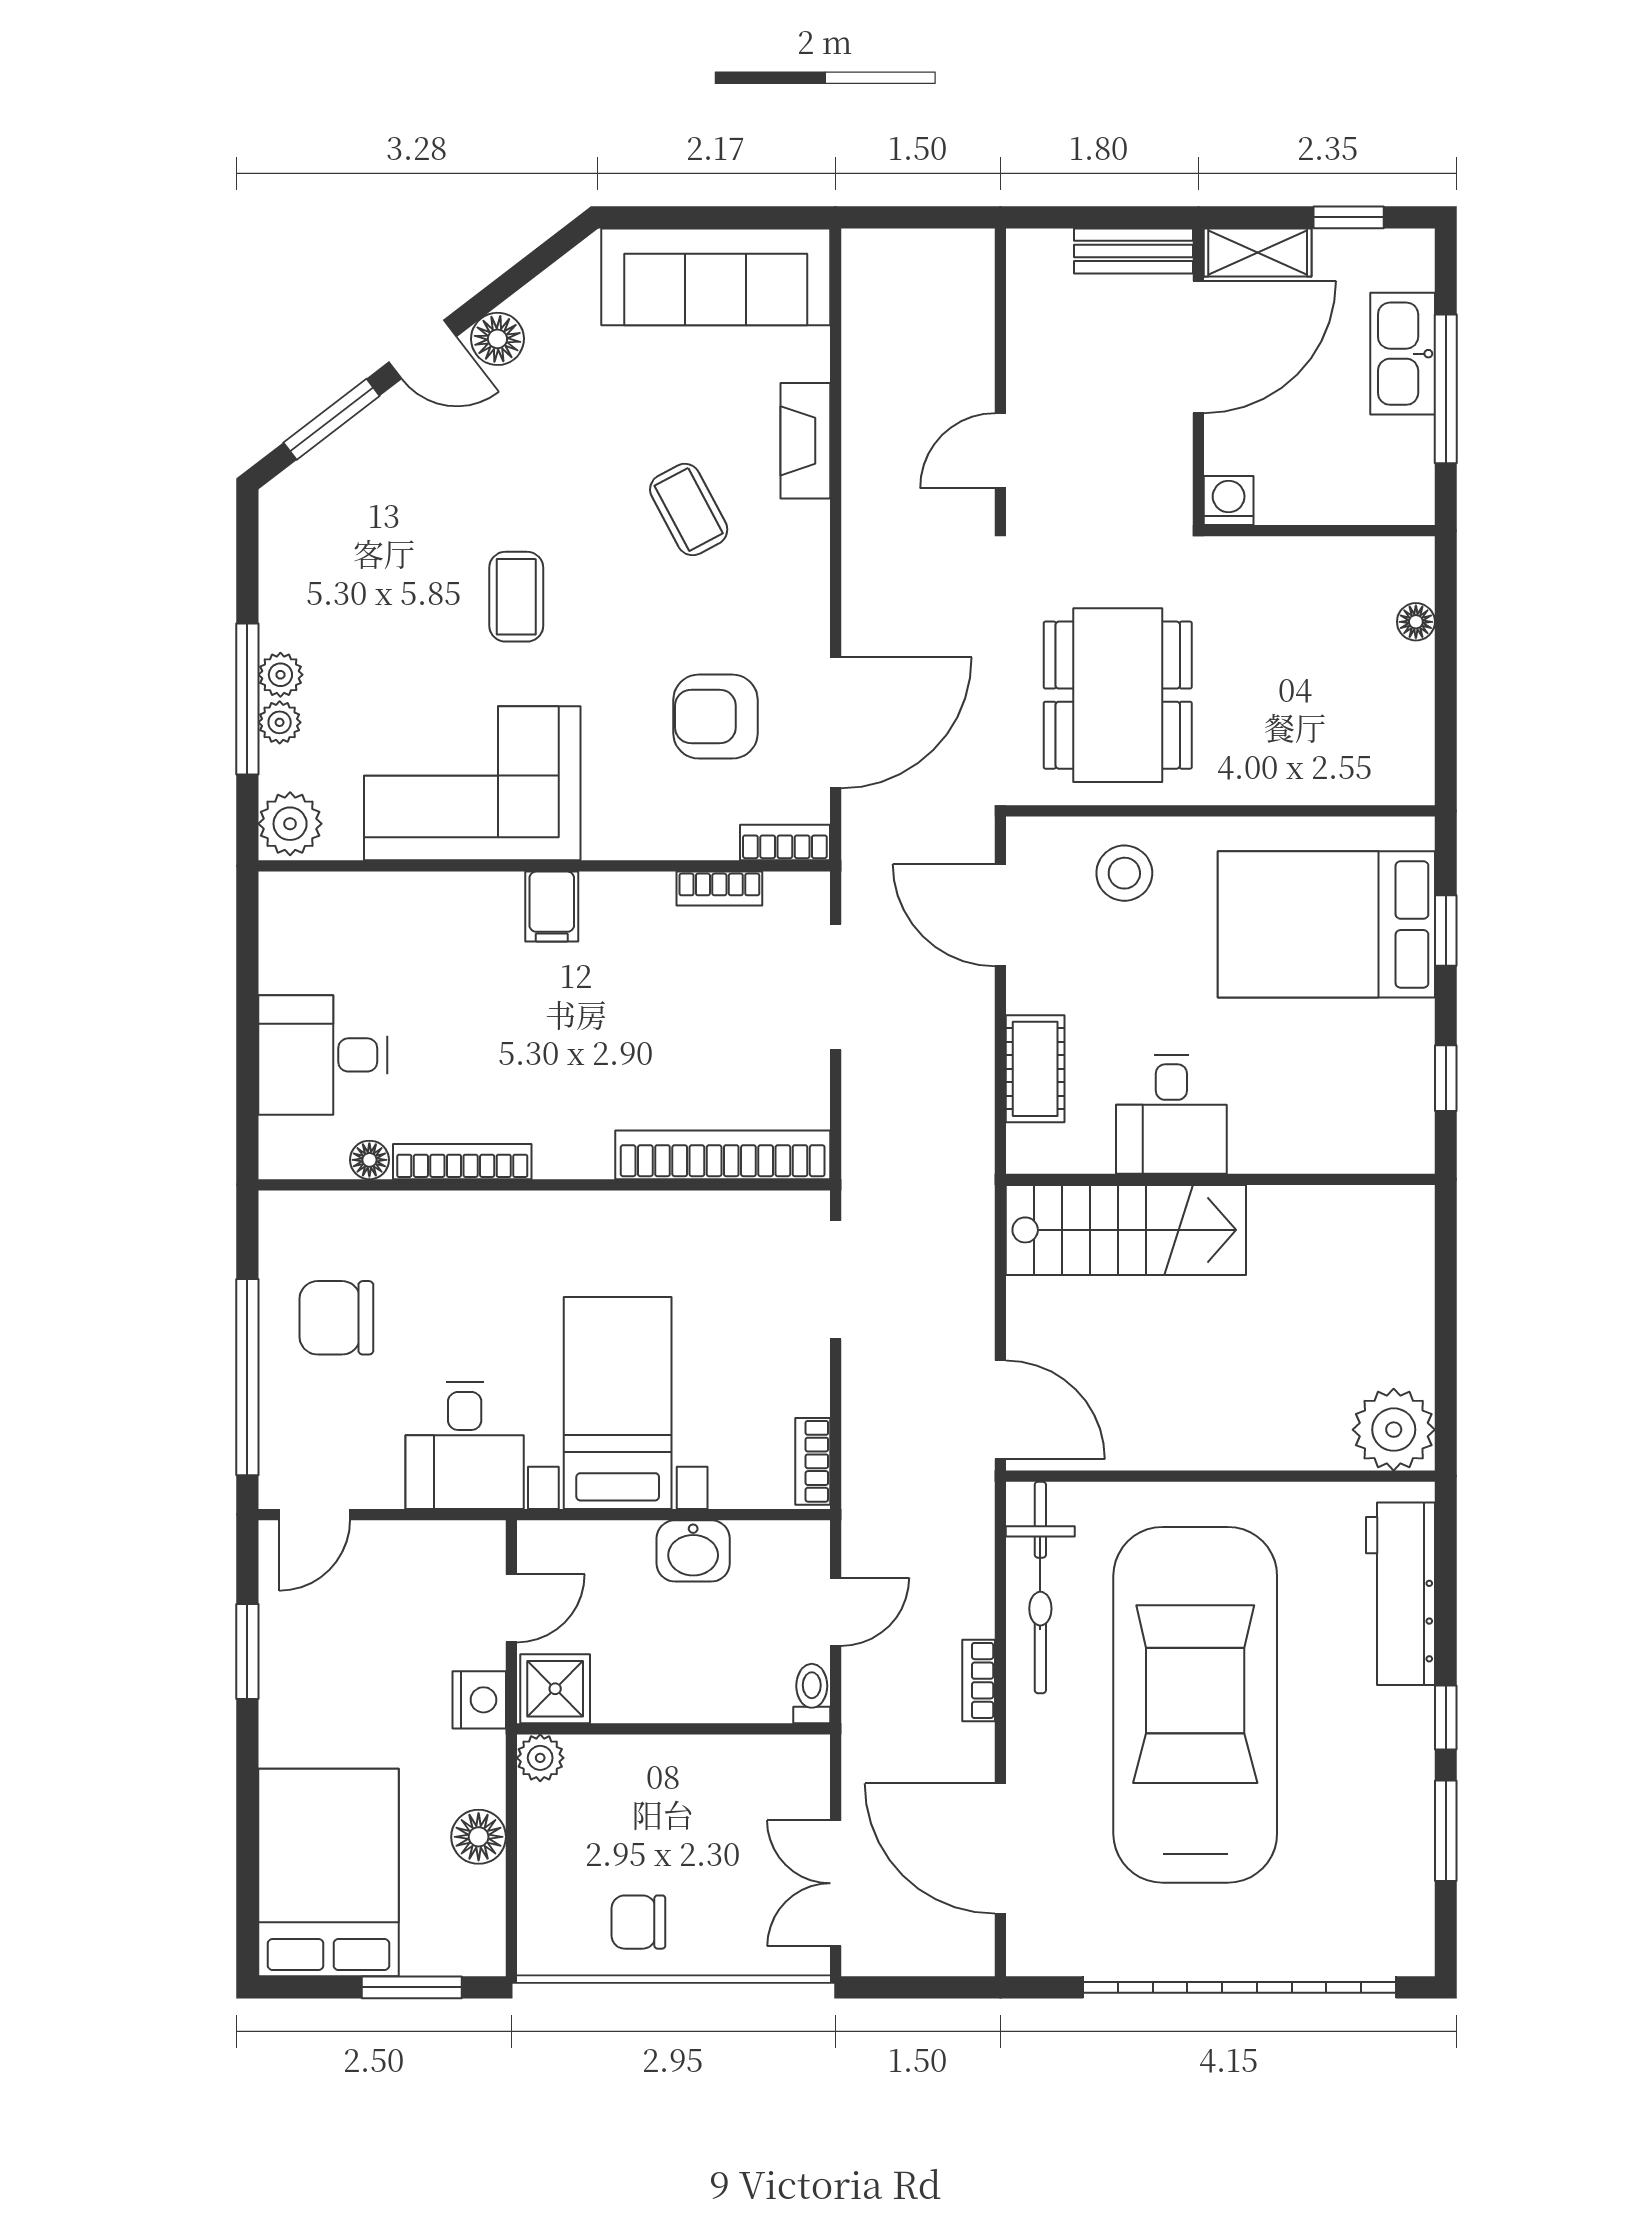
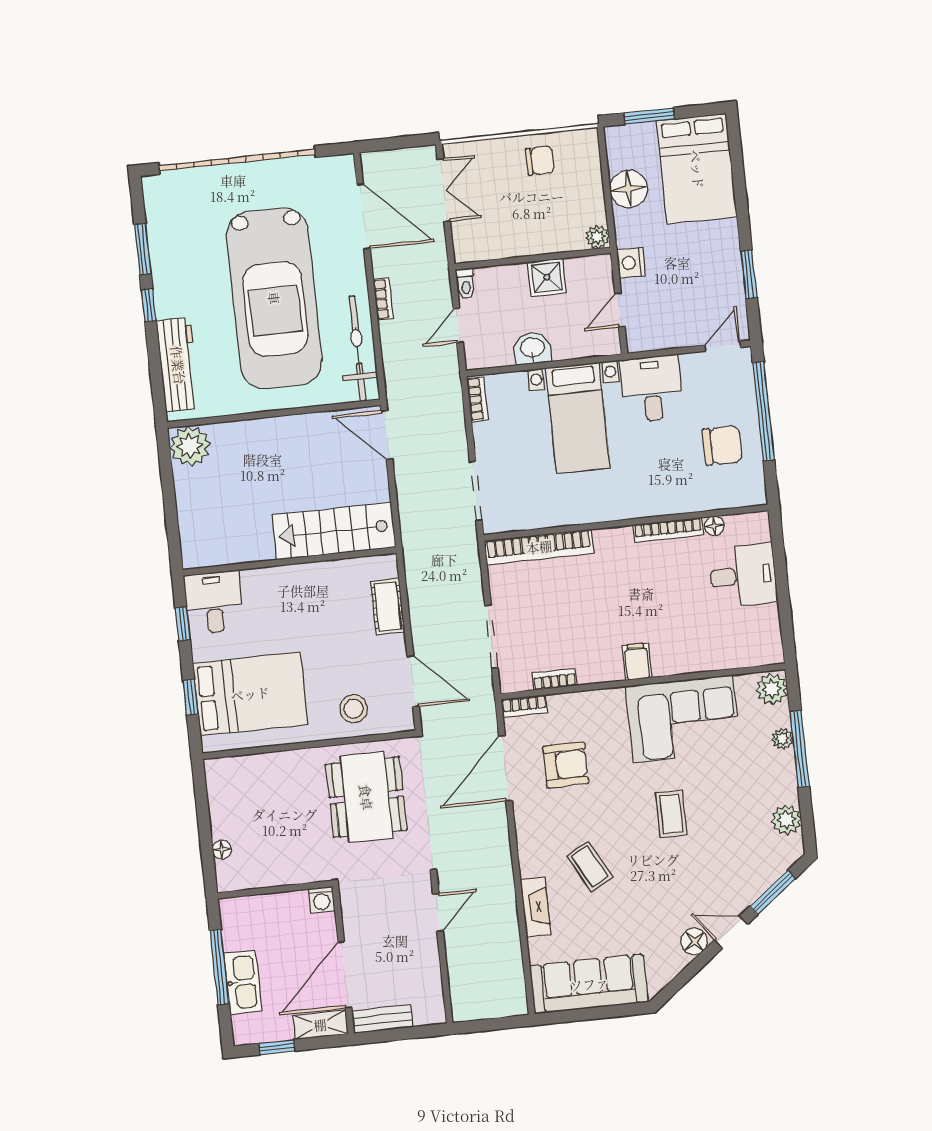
plant: (280, 675) -> (786, 820), moved, width x1.38, depth x1.38
desk: (1171, 1114) -> (214, 602), moved
shower: (555, 1689) -> (547, 277), moved
floor lamp: (479, 1837) -> (628, 189), width x1.38, depth x1.38

